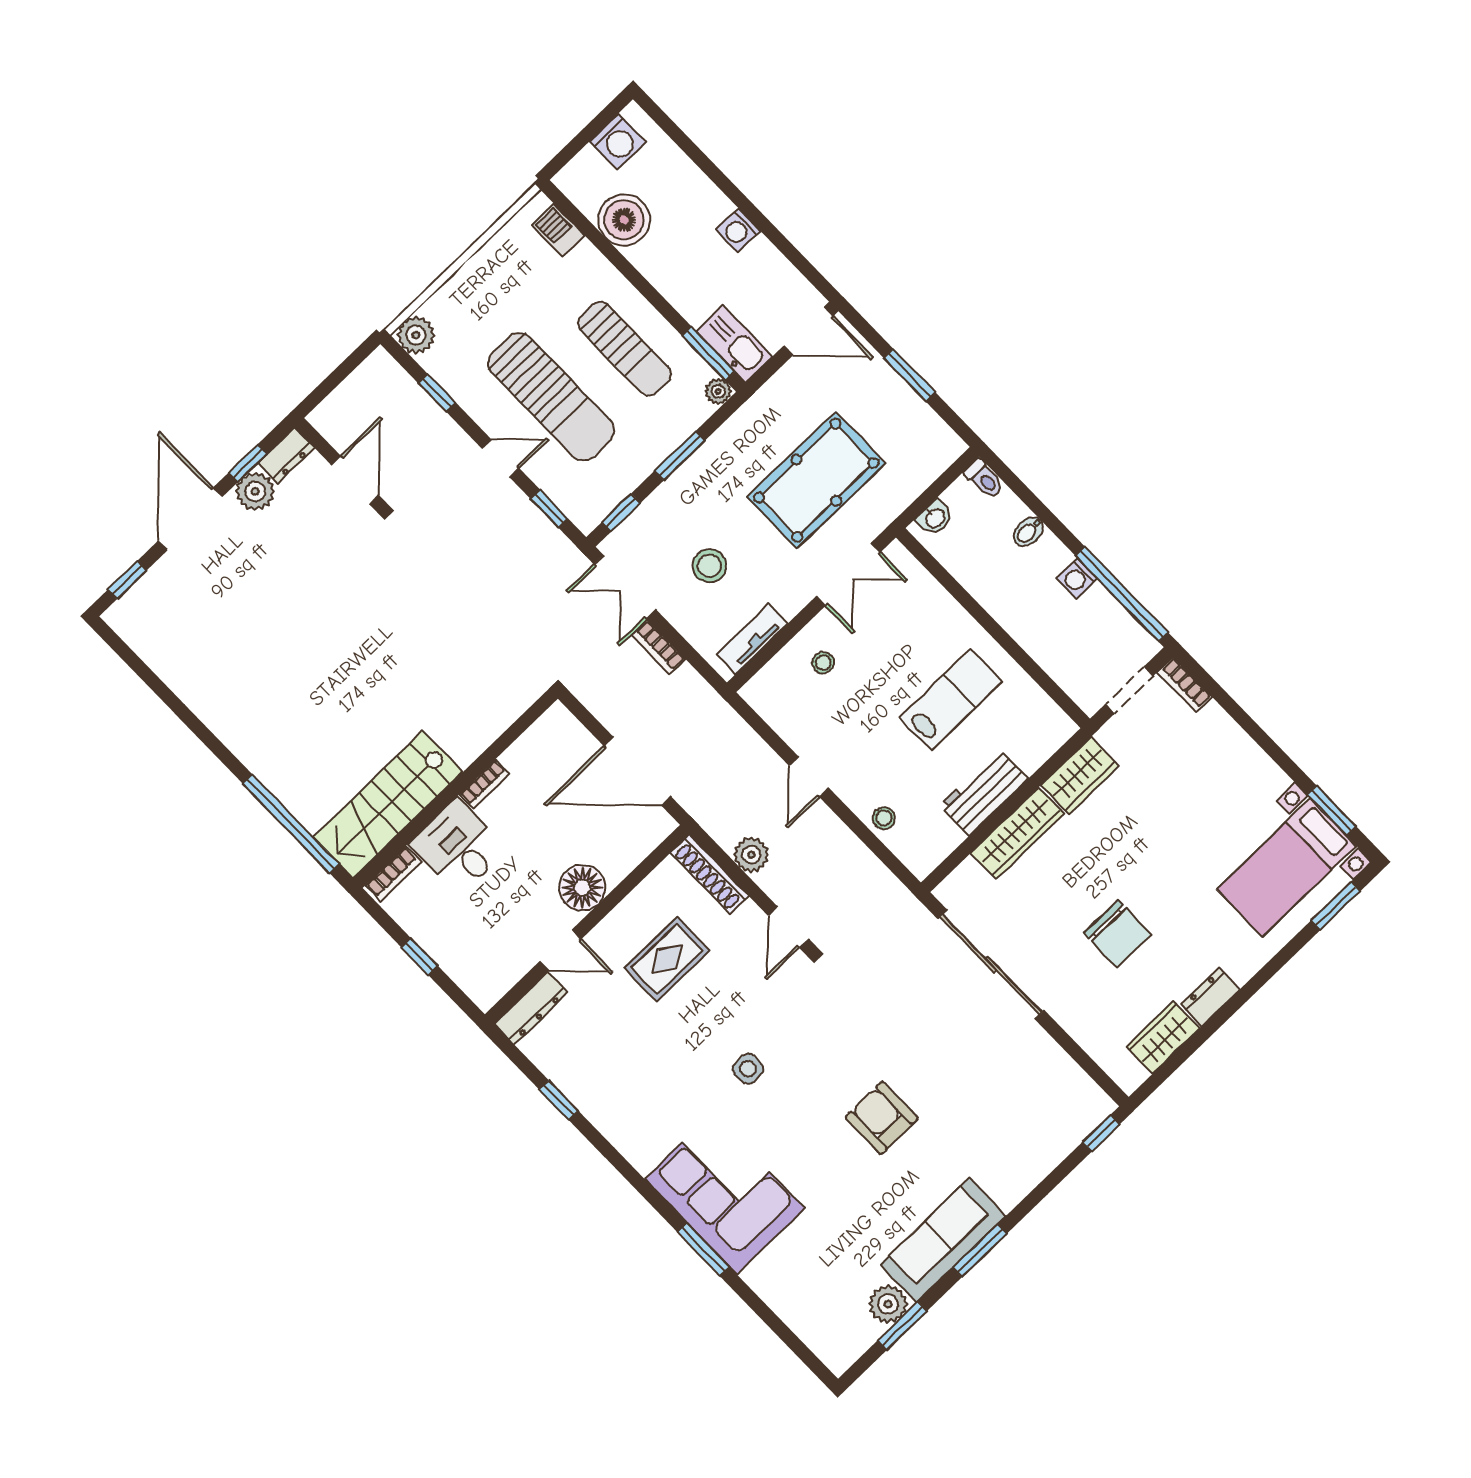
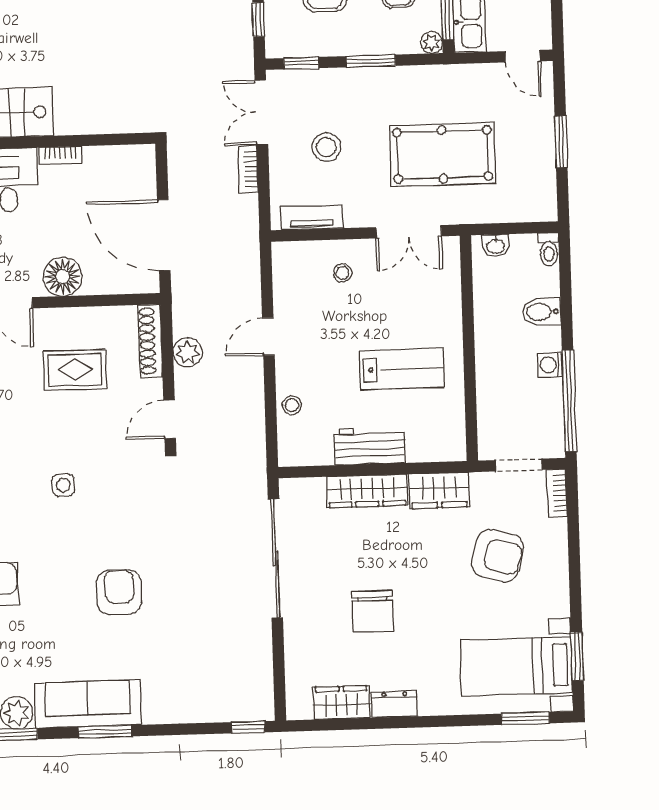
door: (808, 331) -> (523, 56), width x0.73
bidet: (1029, 531) -> (541, 312), width x1.38, depth x1.36
armchair: (1182, 786) -> (497, 556), added

